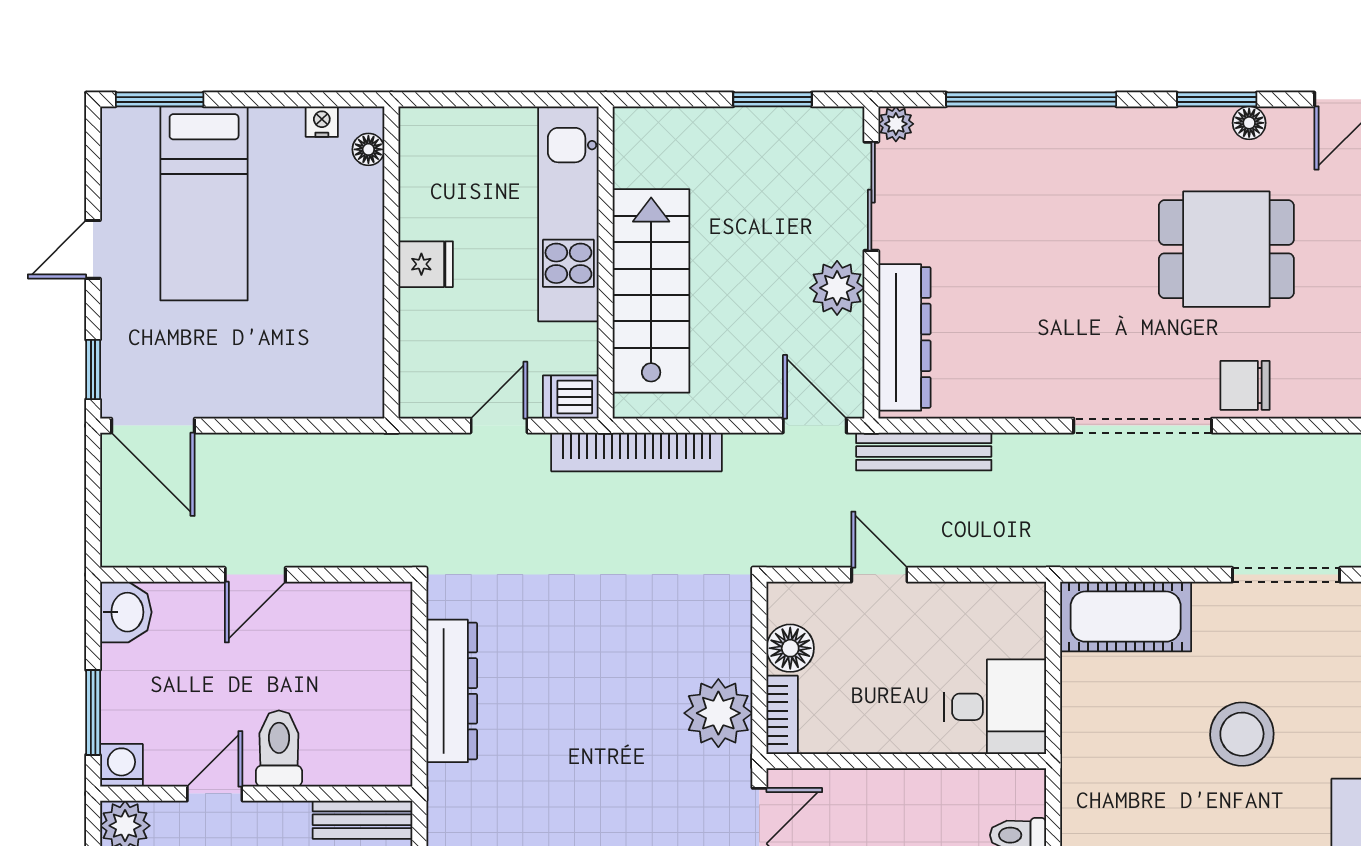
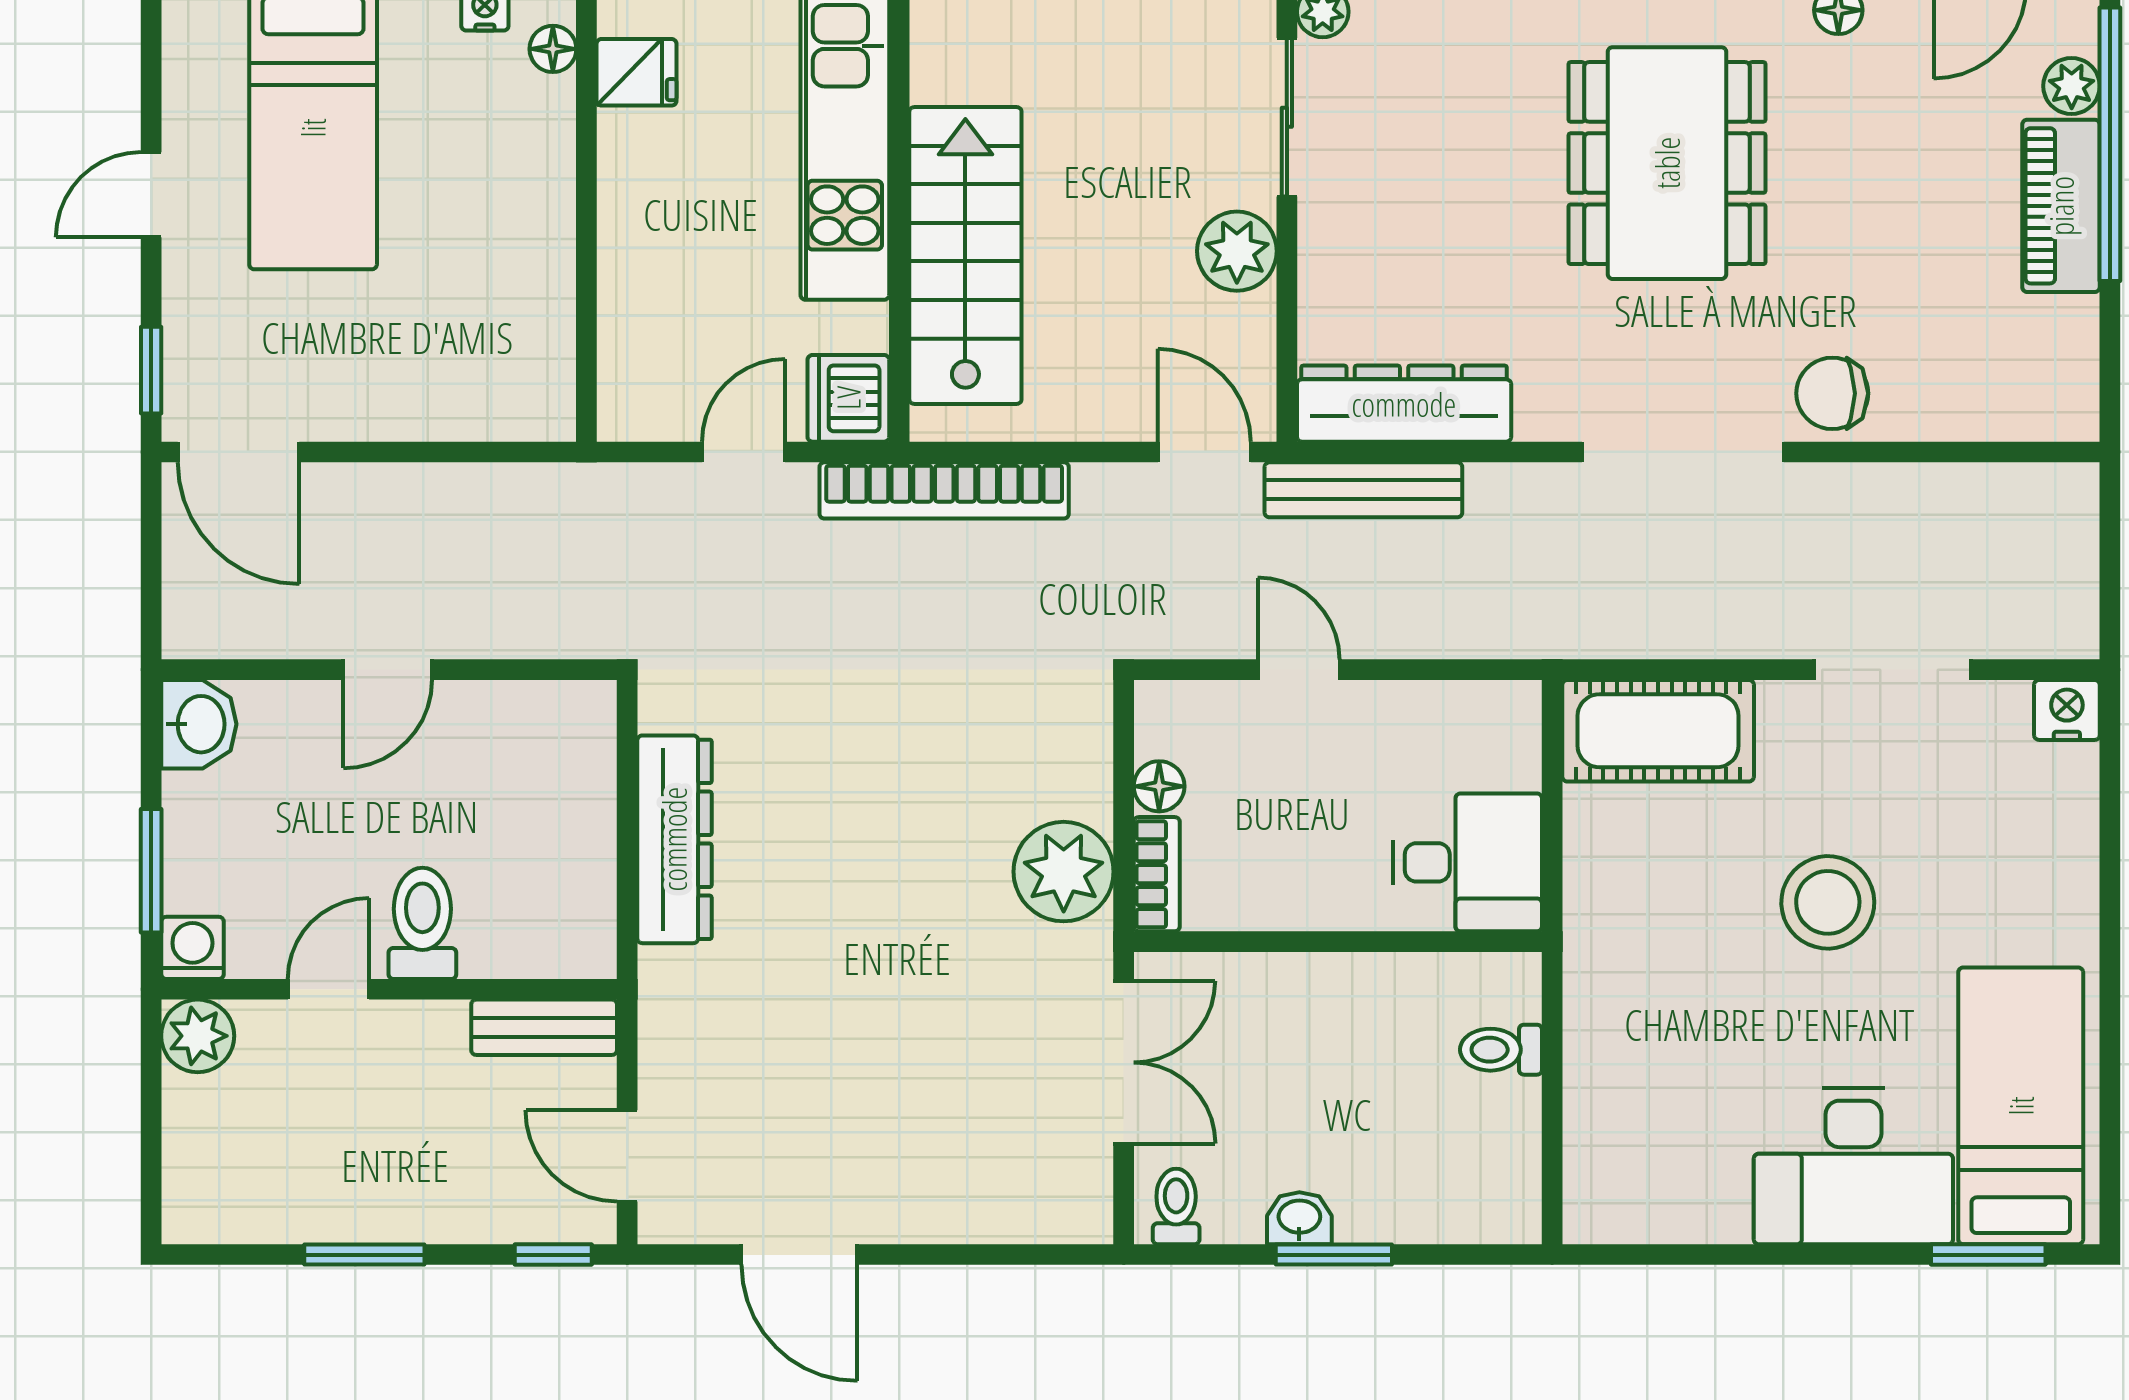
dining table: (1226, 249) -> (1667, 163), moved, width x1.38
fridge: (426, 264) -> (636, 72), moved
dresser: (904, 337) -> (1404, 404), moved, turned -90
dishwasher: (571, 397) -> (848, 398), width x1.38
floor lamp: (790, 648) -> (1159, 786), width x0.73, depth x0.73

